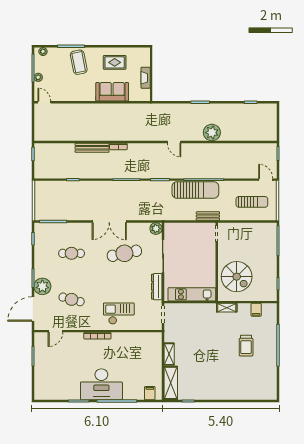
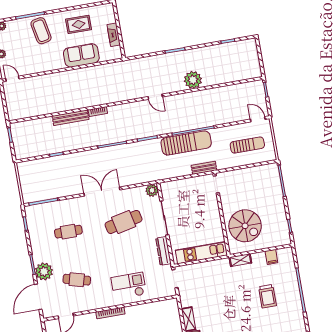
double door: (109, 222) -> (102, 192), swing flipped

